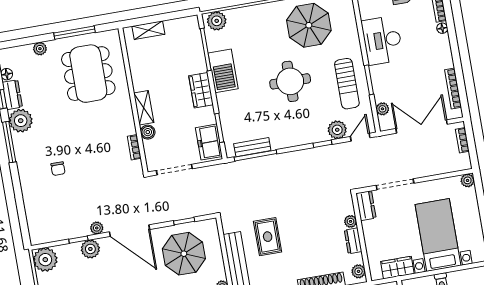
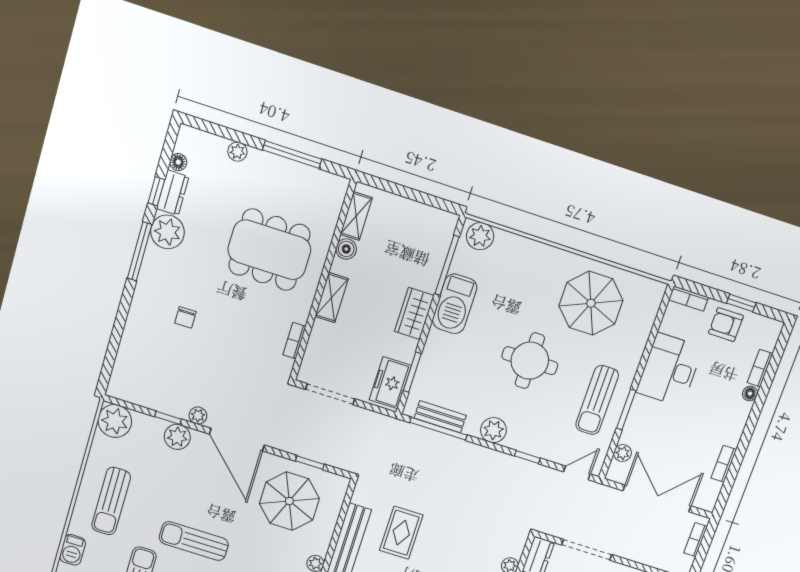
shelving: (148, 30) -> (356, 216), moved, turned 90
dining table: (88, 74) -> (269, 250), moved, turned 90
bookcase: (453, 89) -> (724, 464), width x0.64
plant: (337, 130) -> (493, 430), moved
boiler: (148, 132) -> (346, 249), moved

